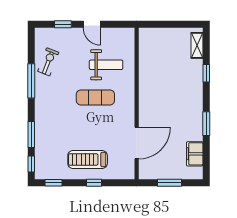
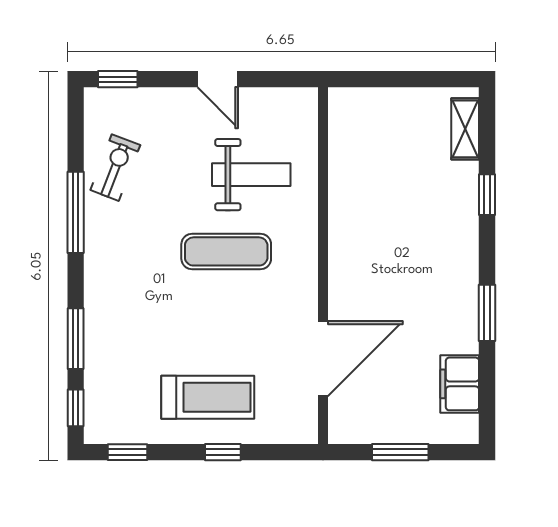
window: (63, 24) -> (118, 79), moved
treadmill: (88, 159) -> (208, 397), turned 180

